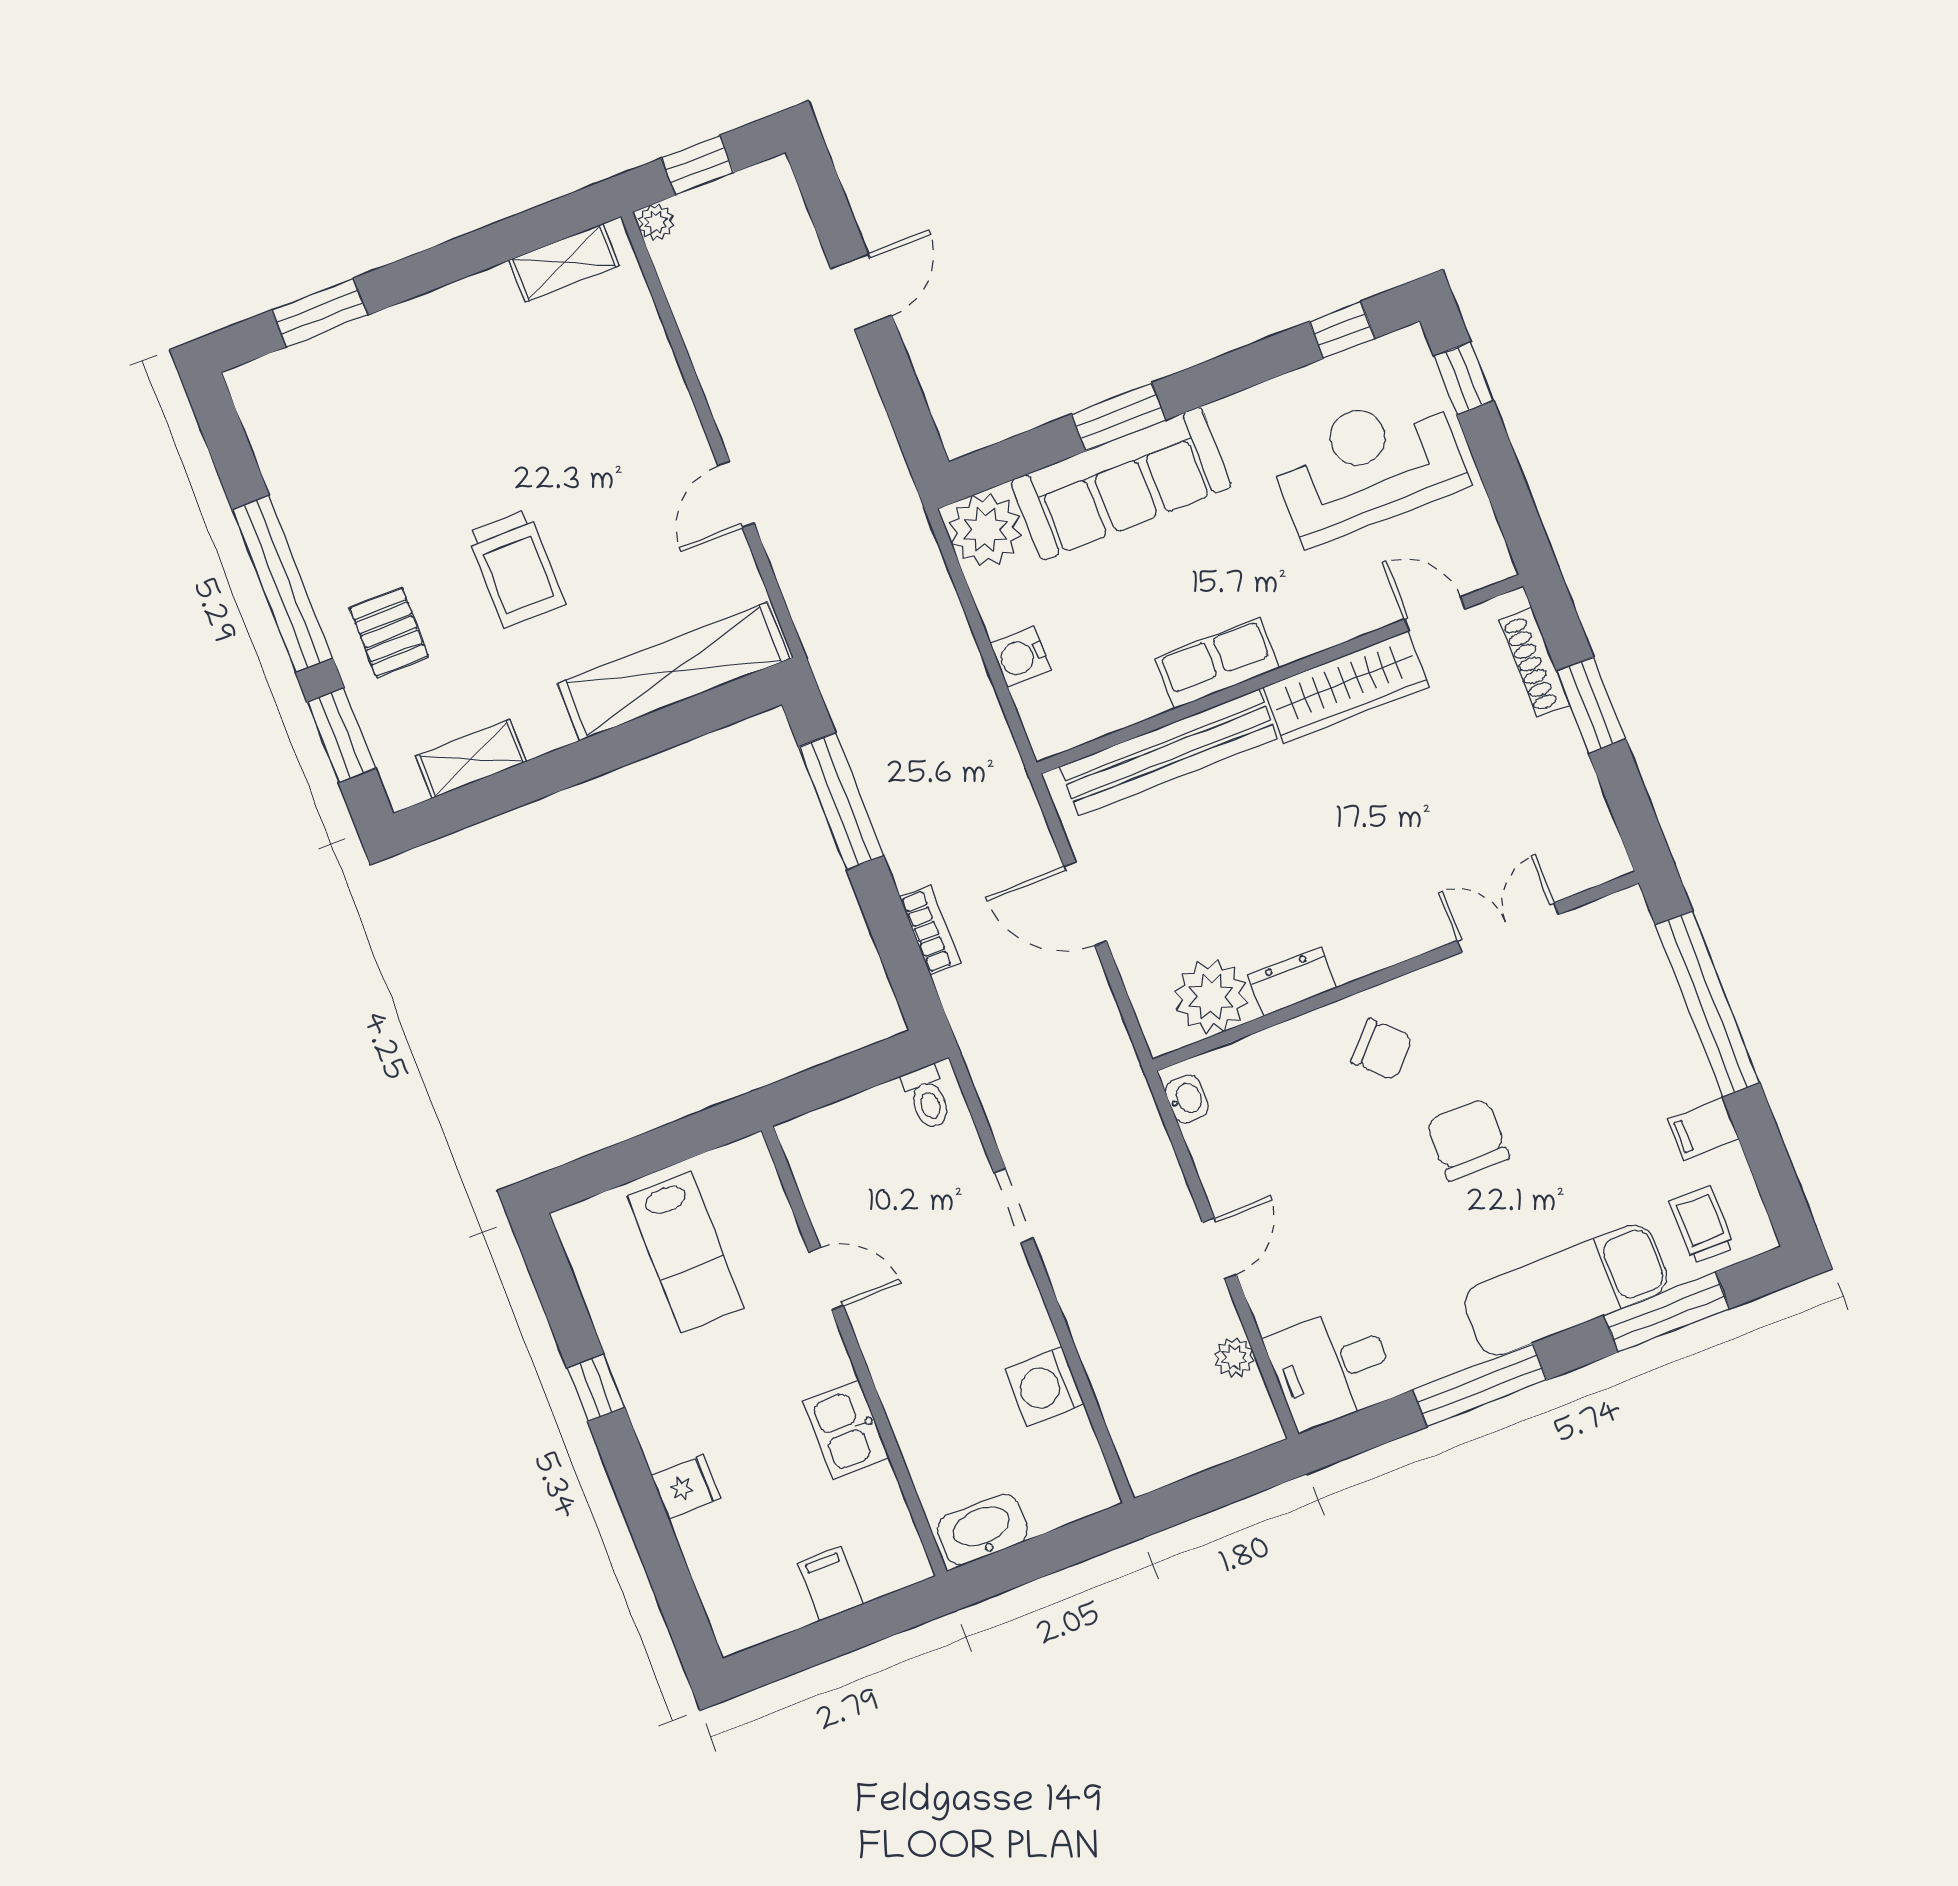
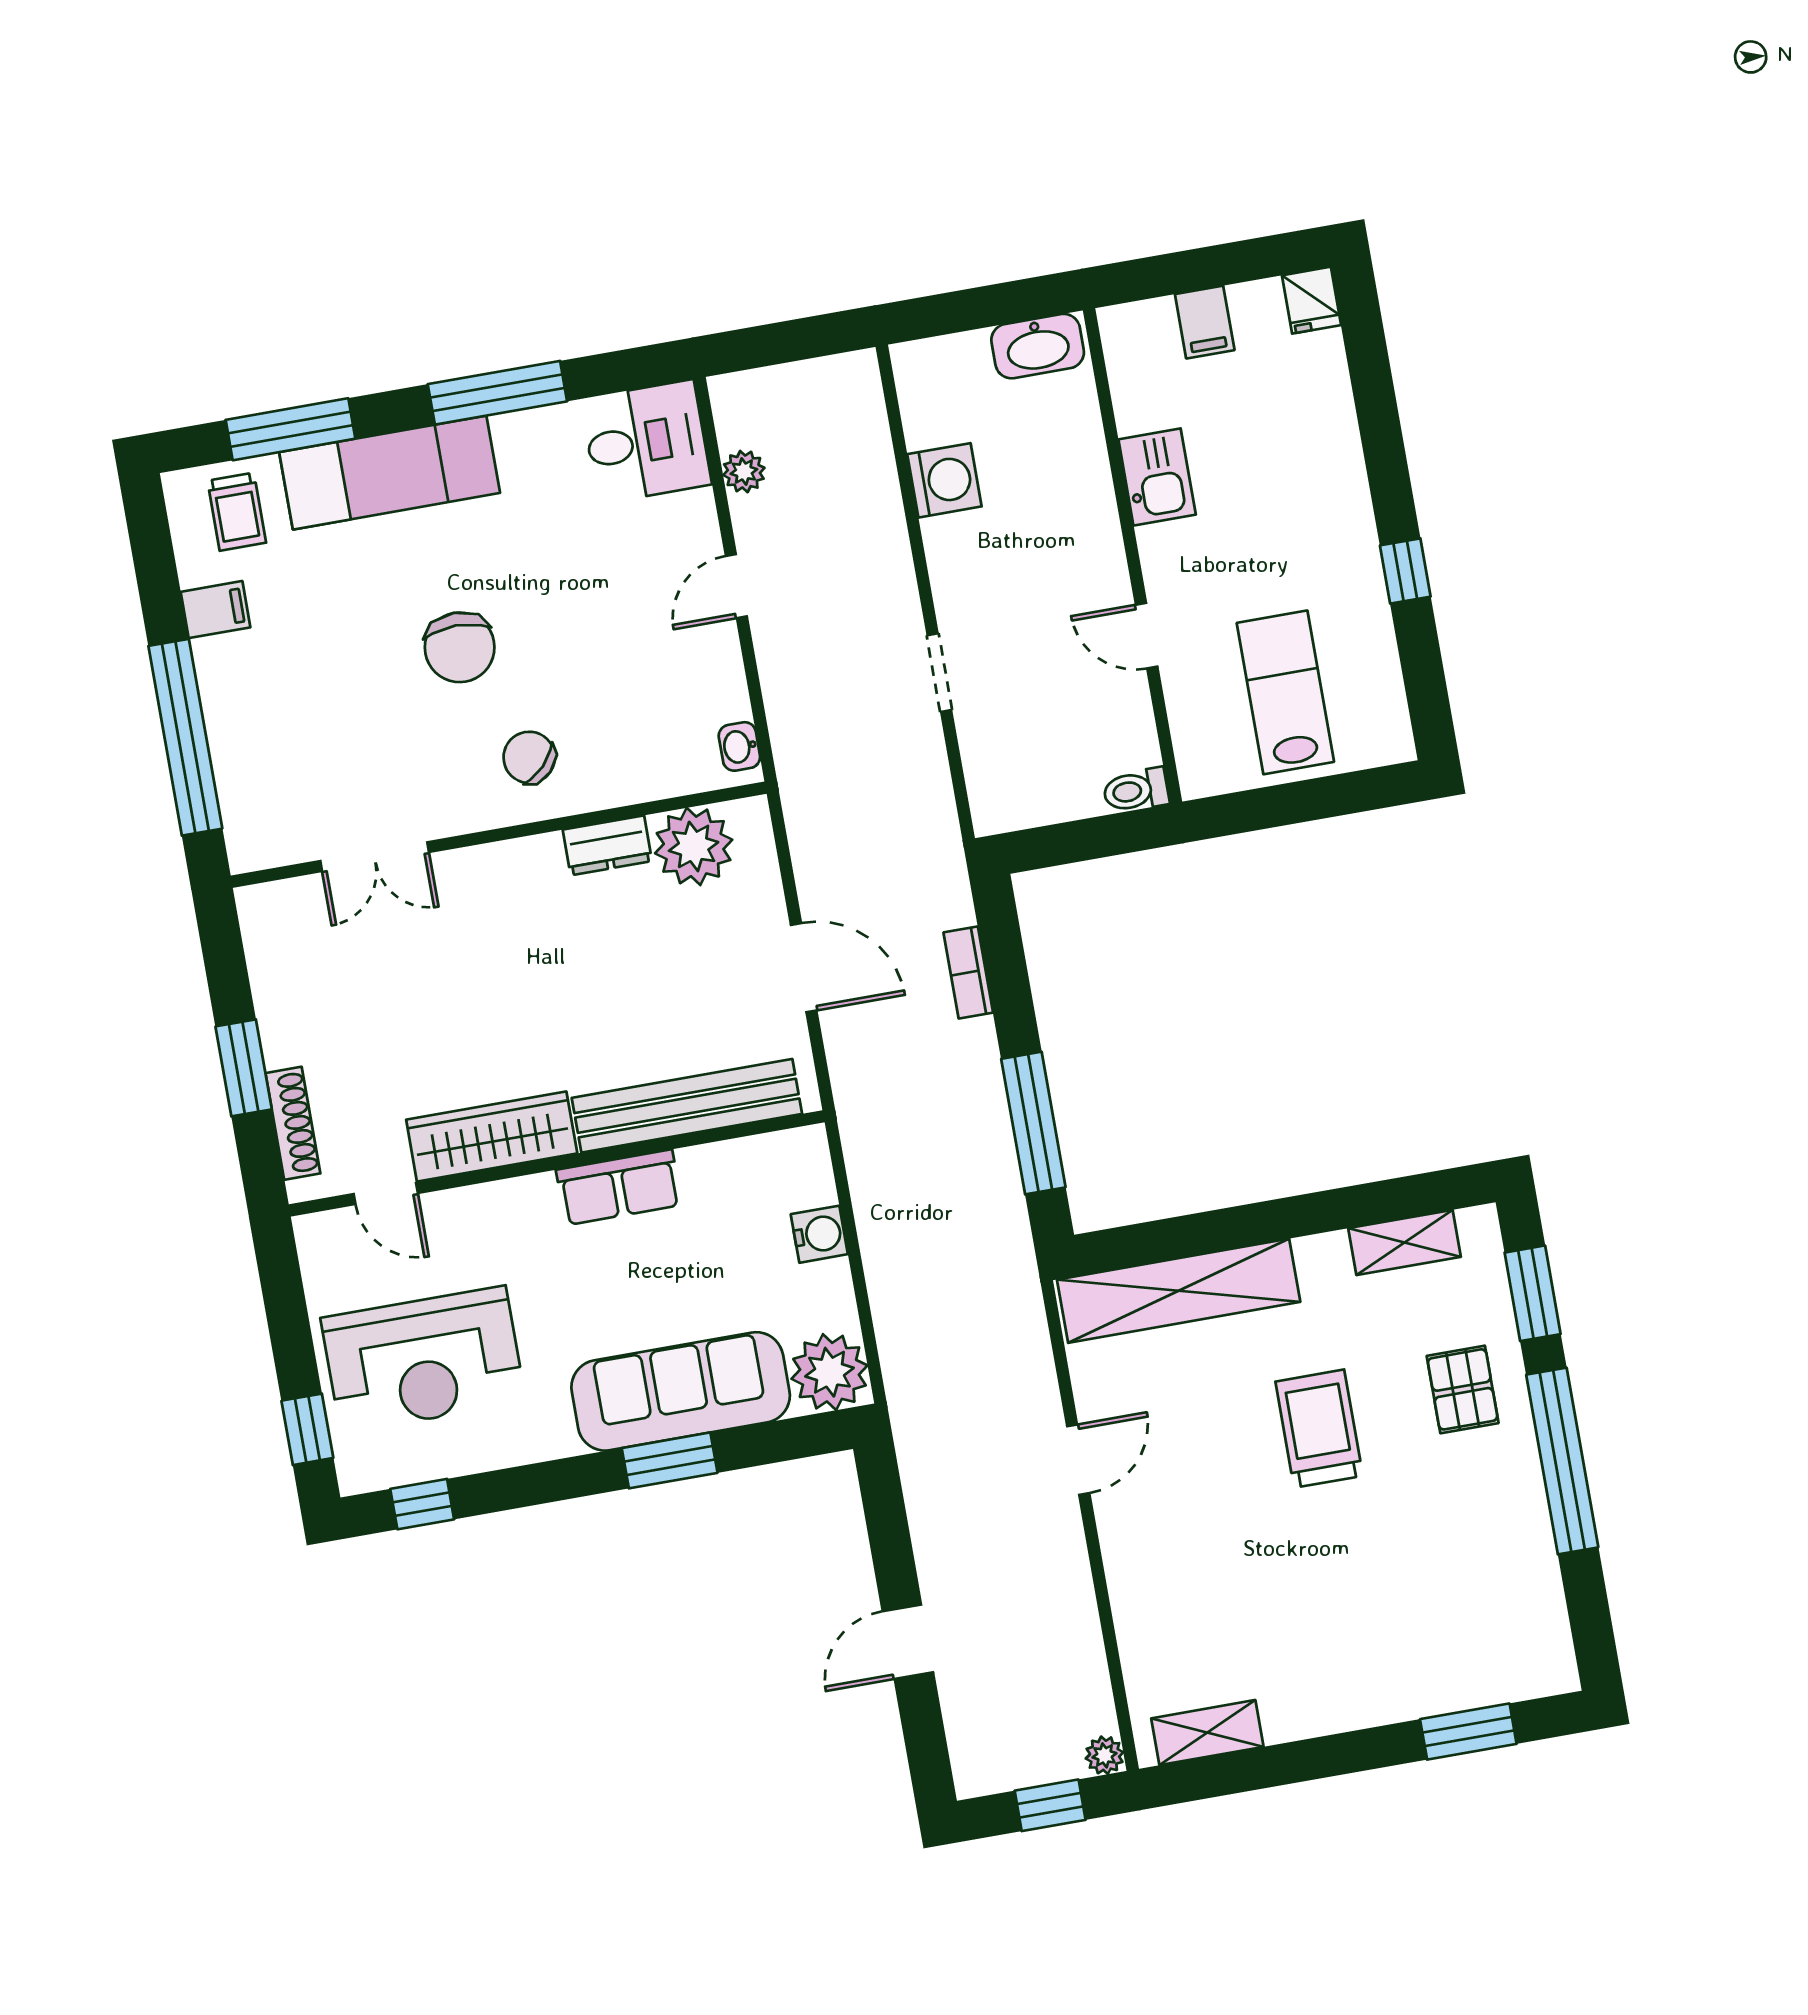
toilet: (927, 1098) -> (1136, 790), moved, turned -90
fridge: (686, 1487) -> (1311, 300), moved, turned -90

